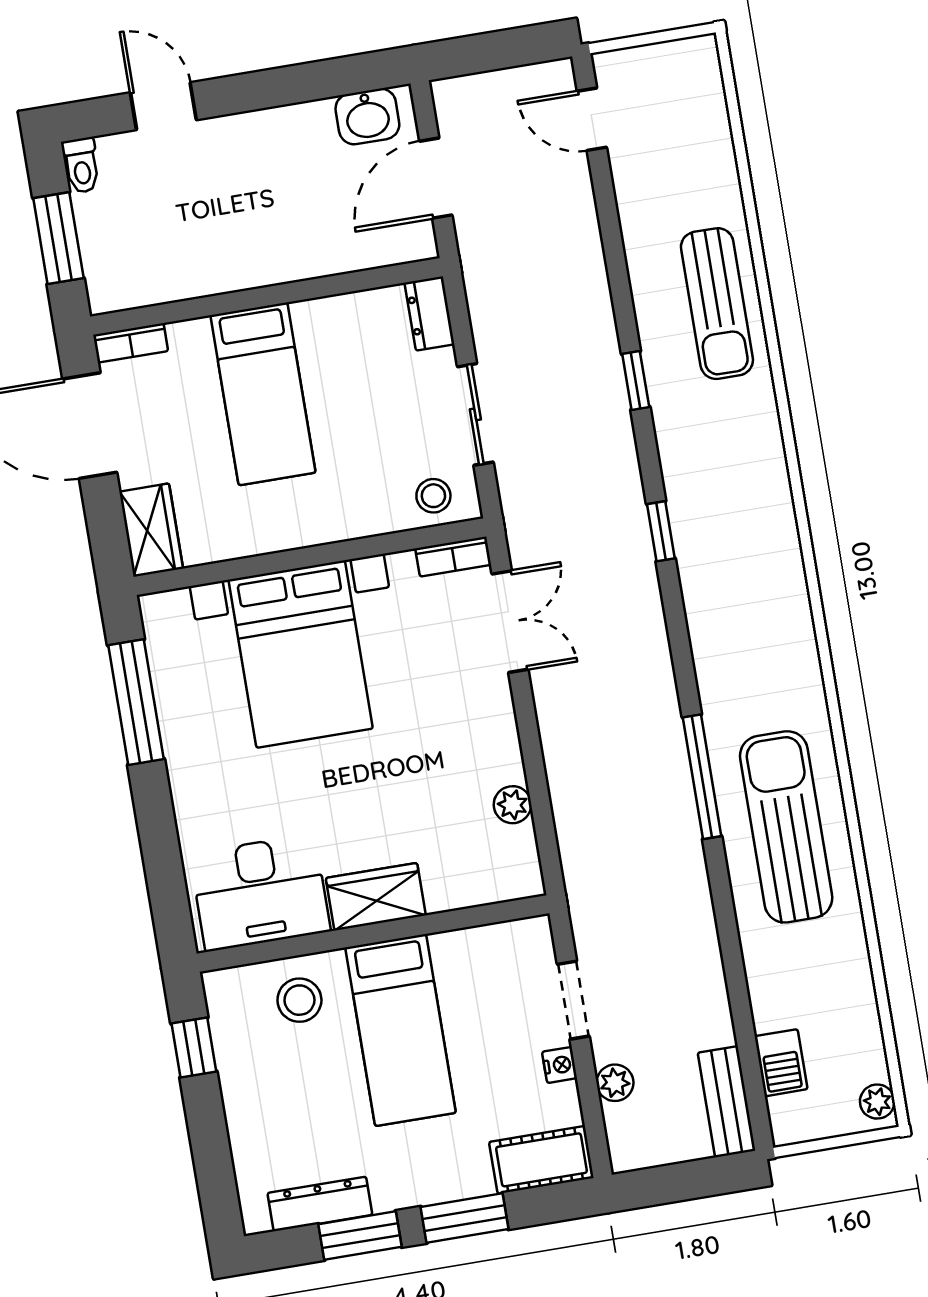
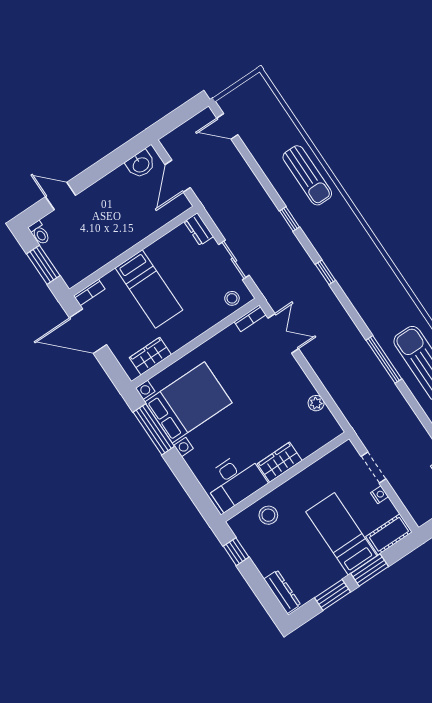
wardrobe: (151, 530) -> (150, 356), moved, turned -90
bed with nightstands: (301, 654) -> (188, 402), moved, turned -90
bed: (401, 1030) -> (341, 534), moved, turned 180
plant: (615, 1083) -> (404, 492), removed
dresser: (320, 1204) -> (282, 592), moved, turned 90

